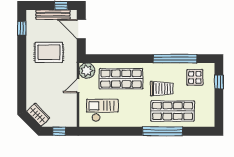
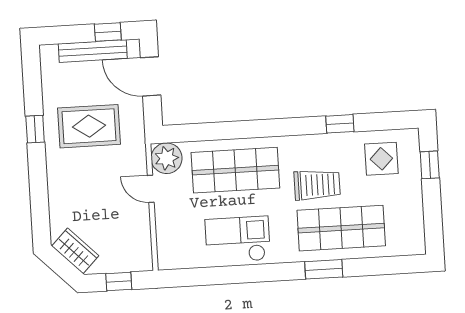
window: (22, 28) -> (35, 129), moved
window: (175, 59) -> (340, 124), width x0.32
door: (78, 86) -> (151, 189), hinge flipped
checkout: (102, 110) -> (238, 240), moved
window: (163, 131) -> (324, 269), width x0.47

